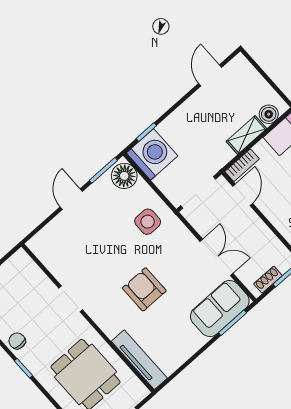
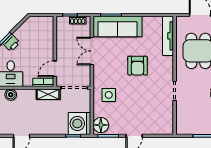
shelving: (246, 135) -> (48, 94), moved
sofa: (220, 308) -> (117, 27), width x1.36

